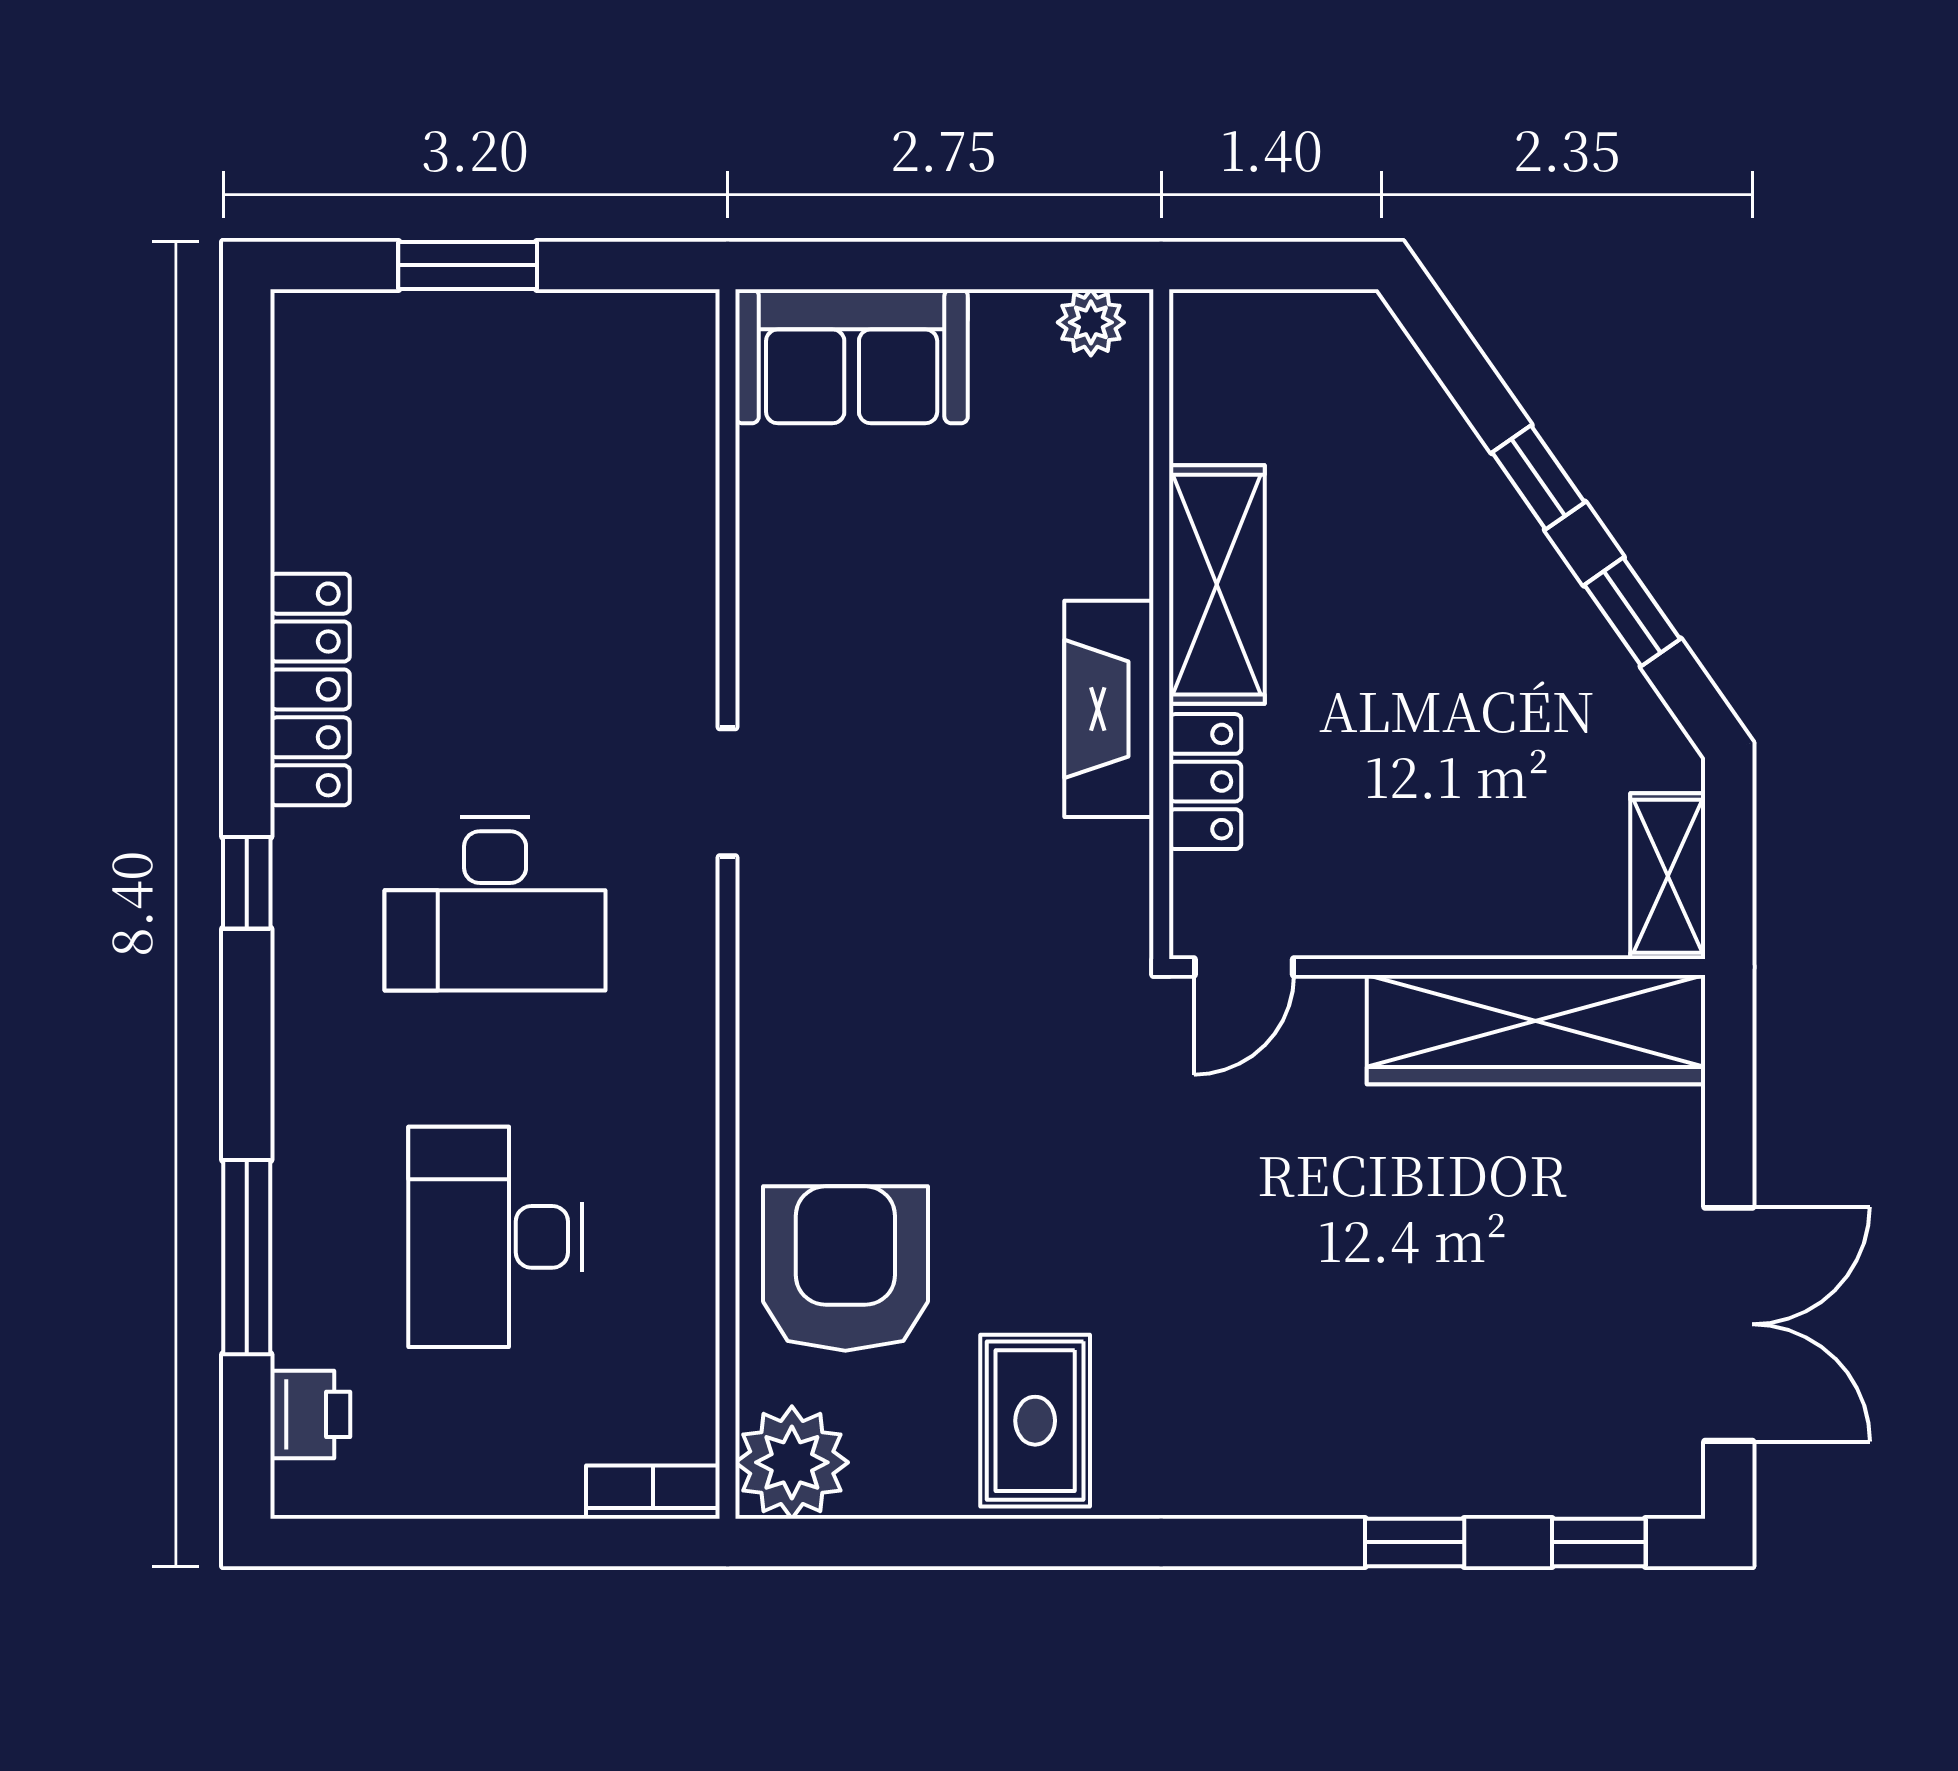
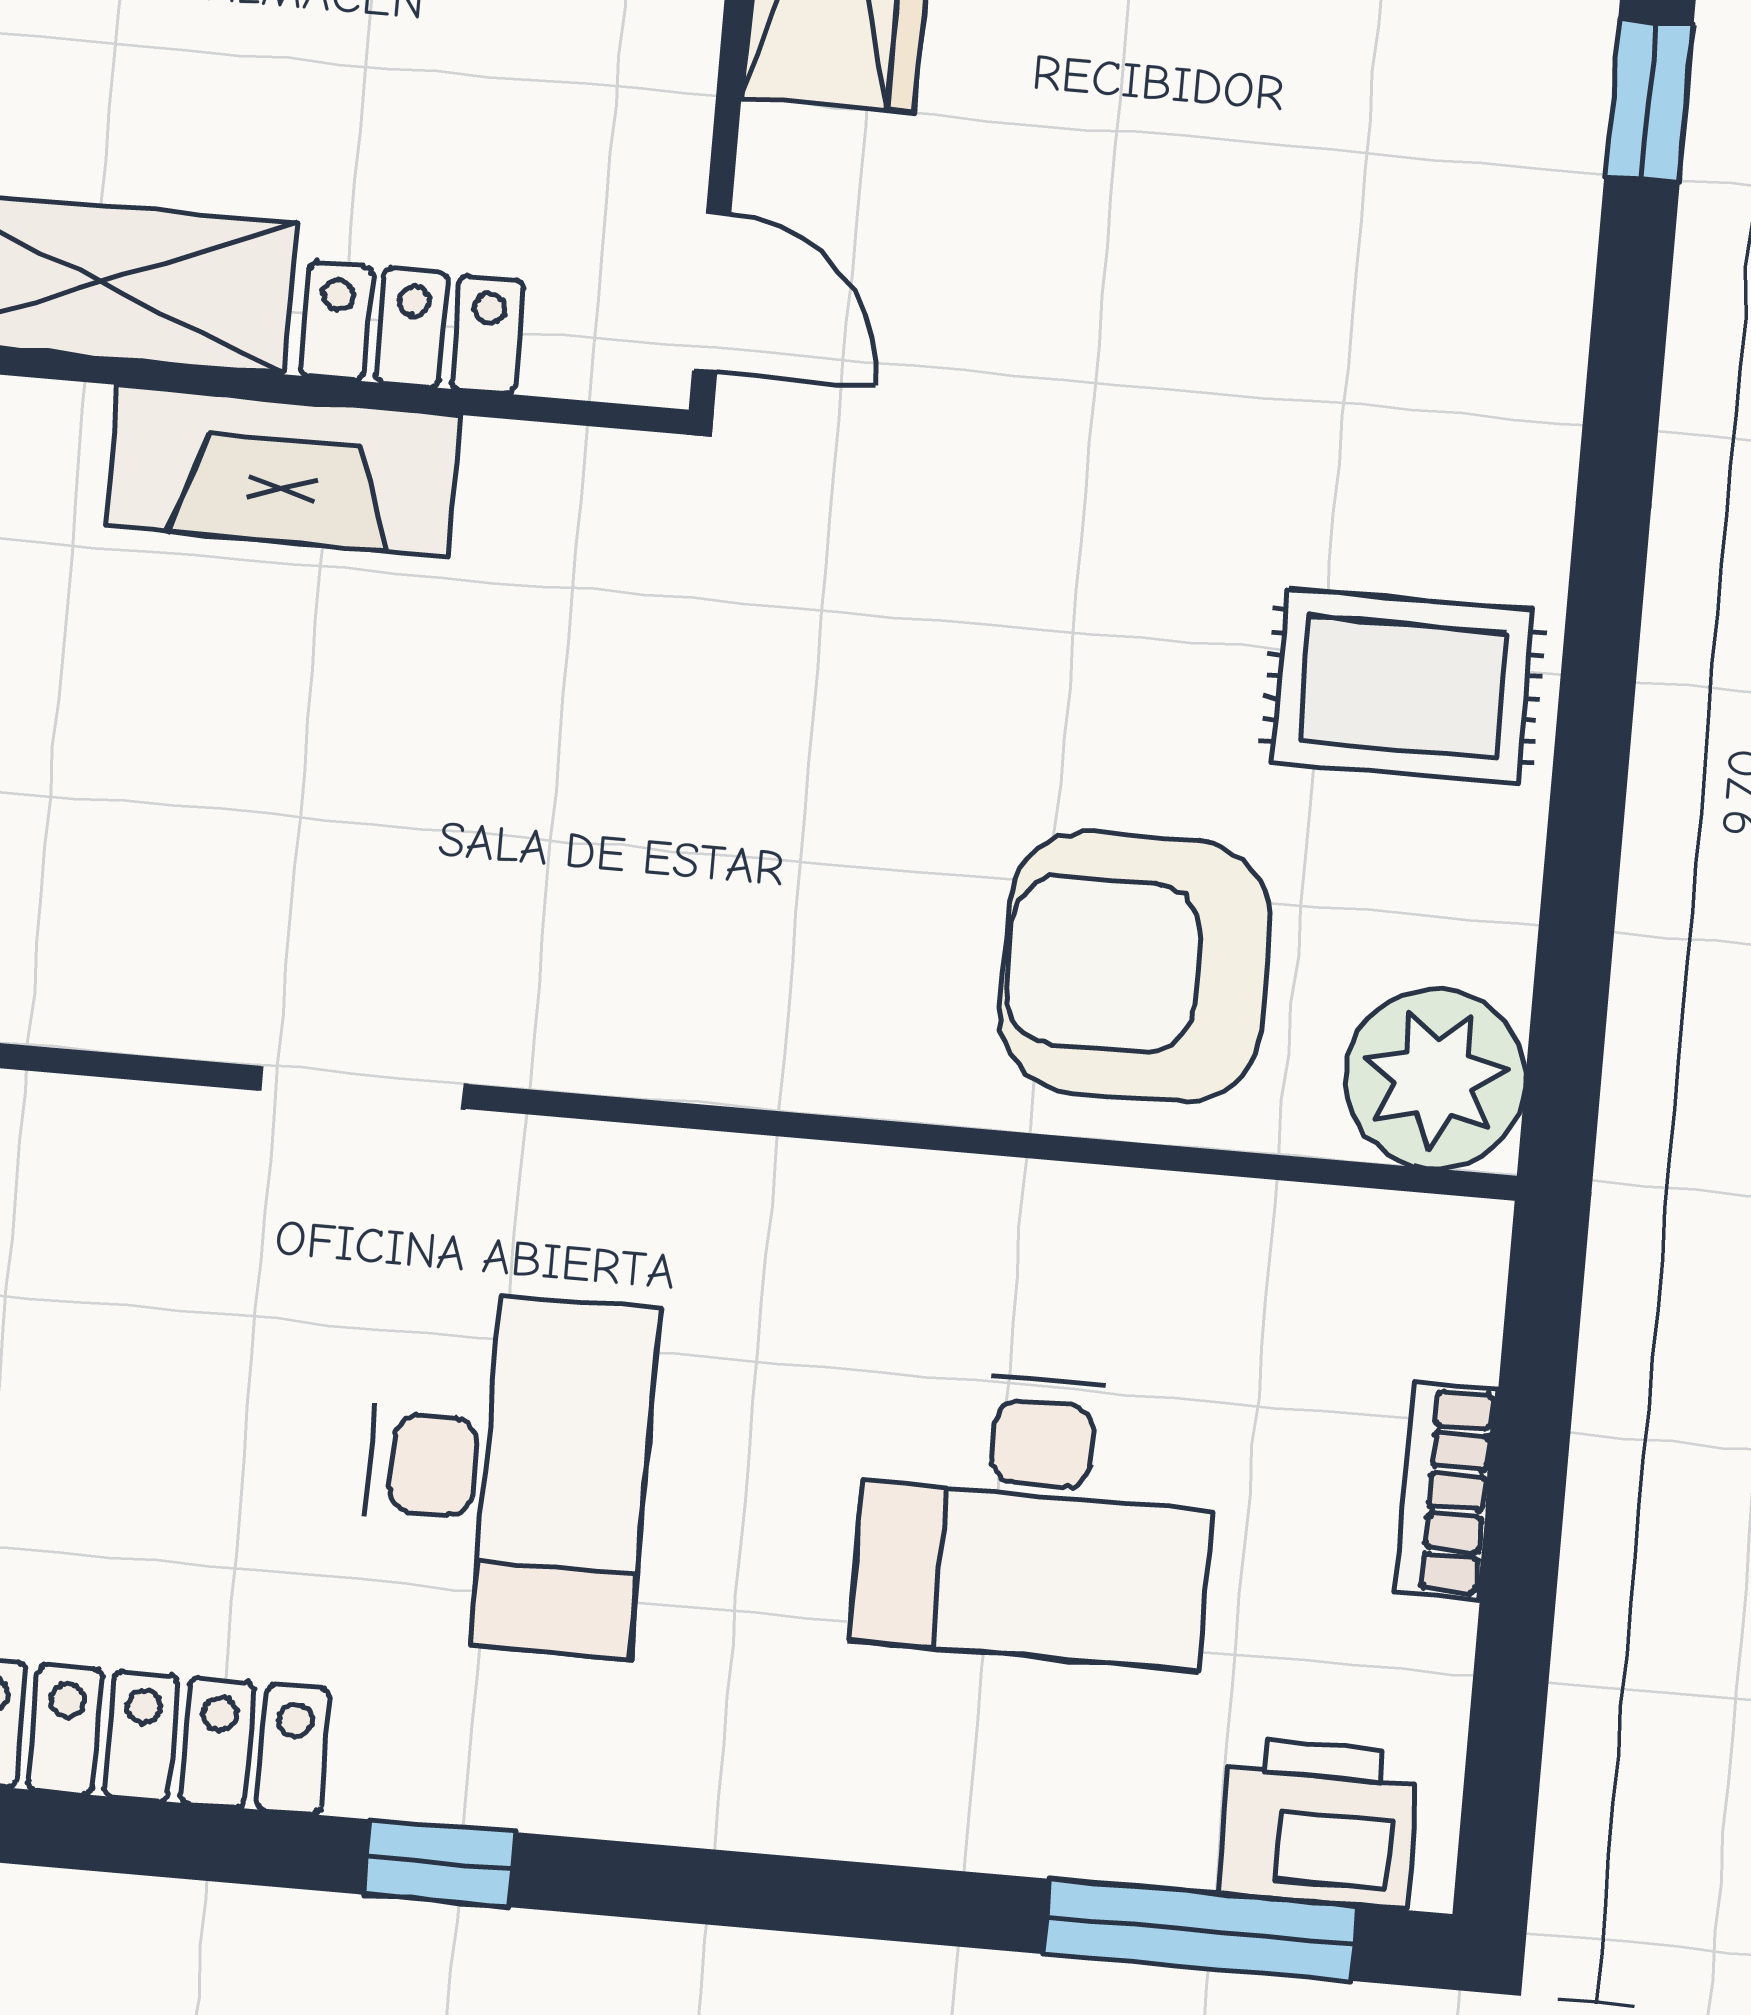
window: (247, 1257) -> (1201, 1930), moved
printer: (310, 1414) -> (1319, 1823), width x1.36, depth x1.24
bookcase: (653, 1492) -> (1447, 1491), moved

